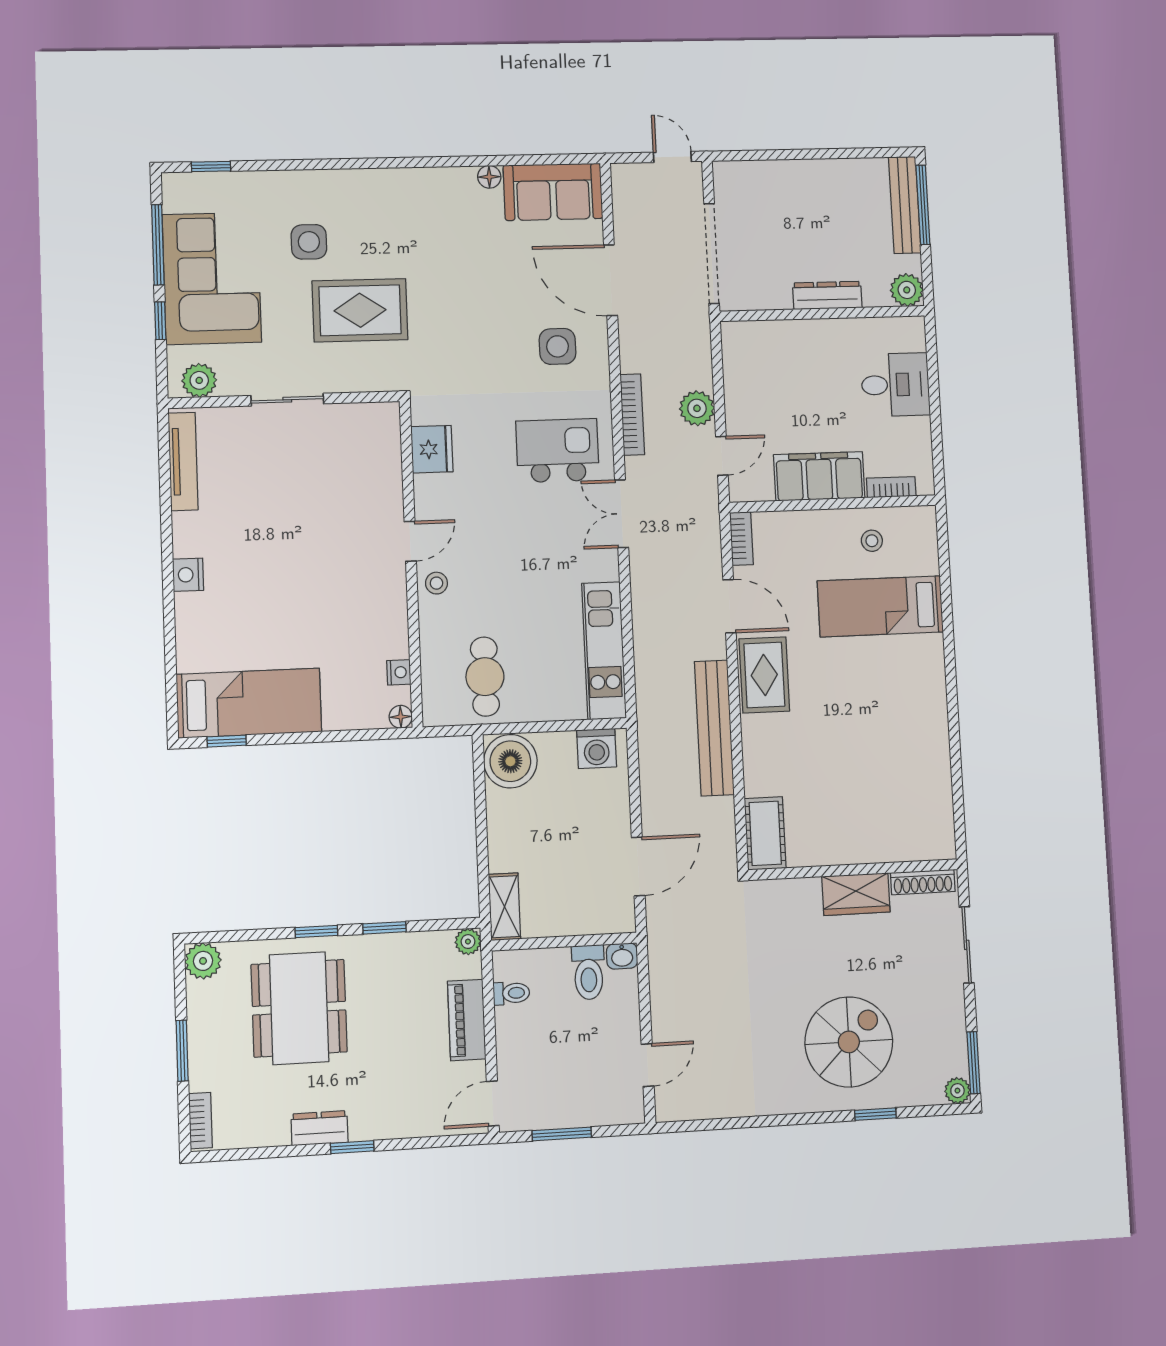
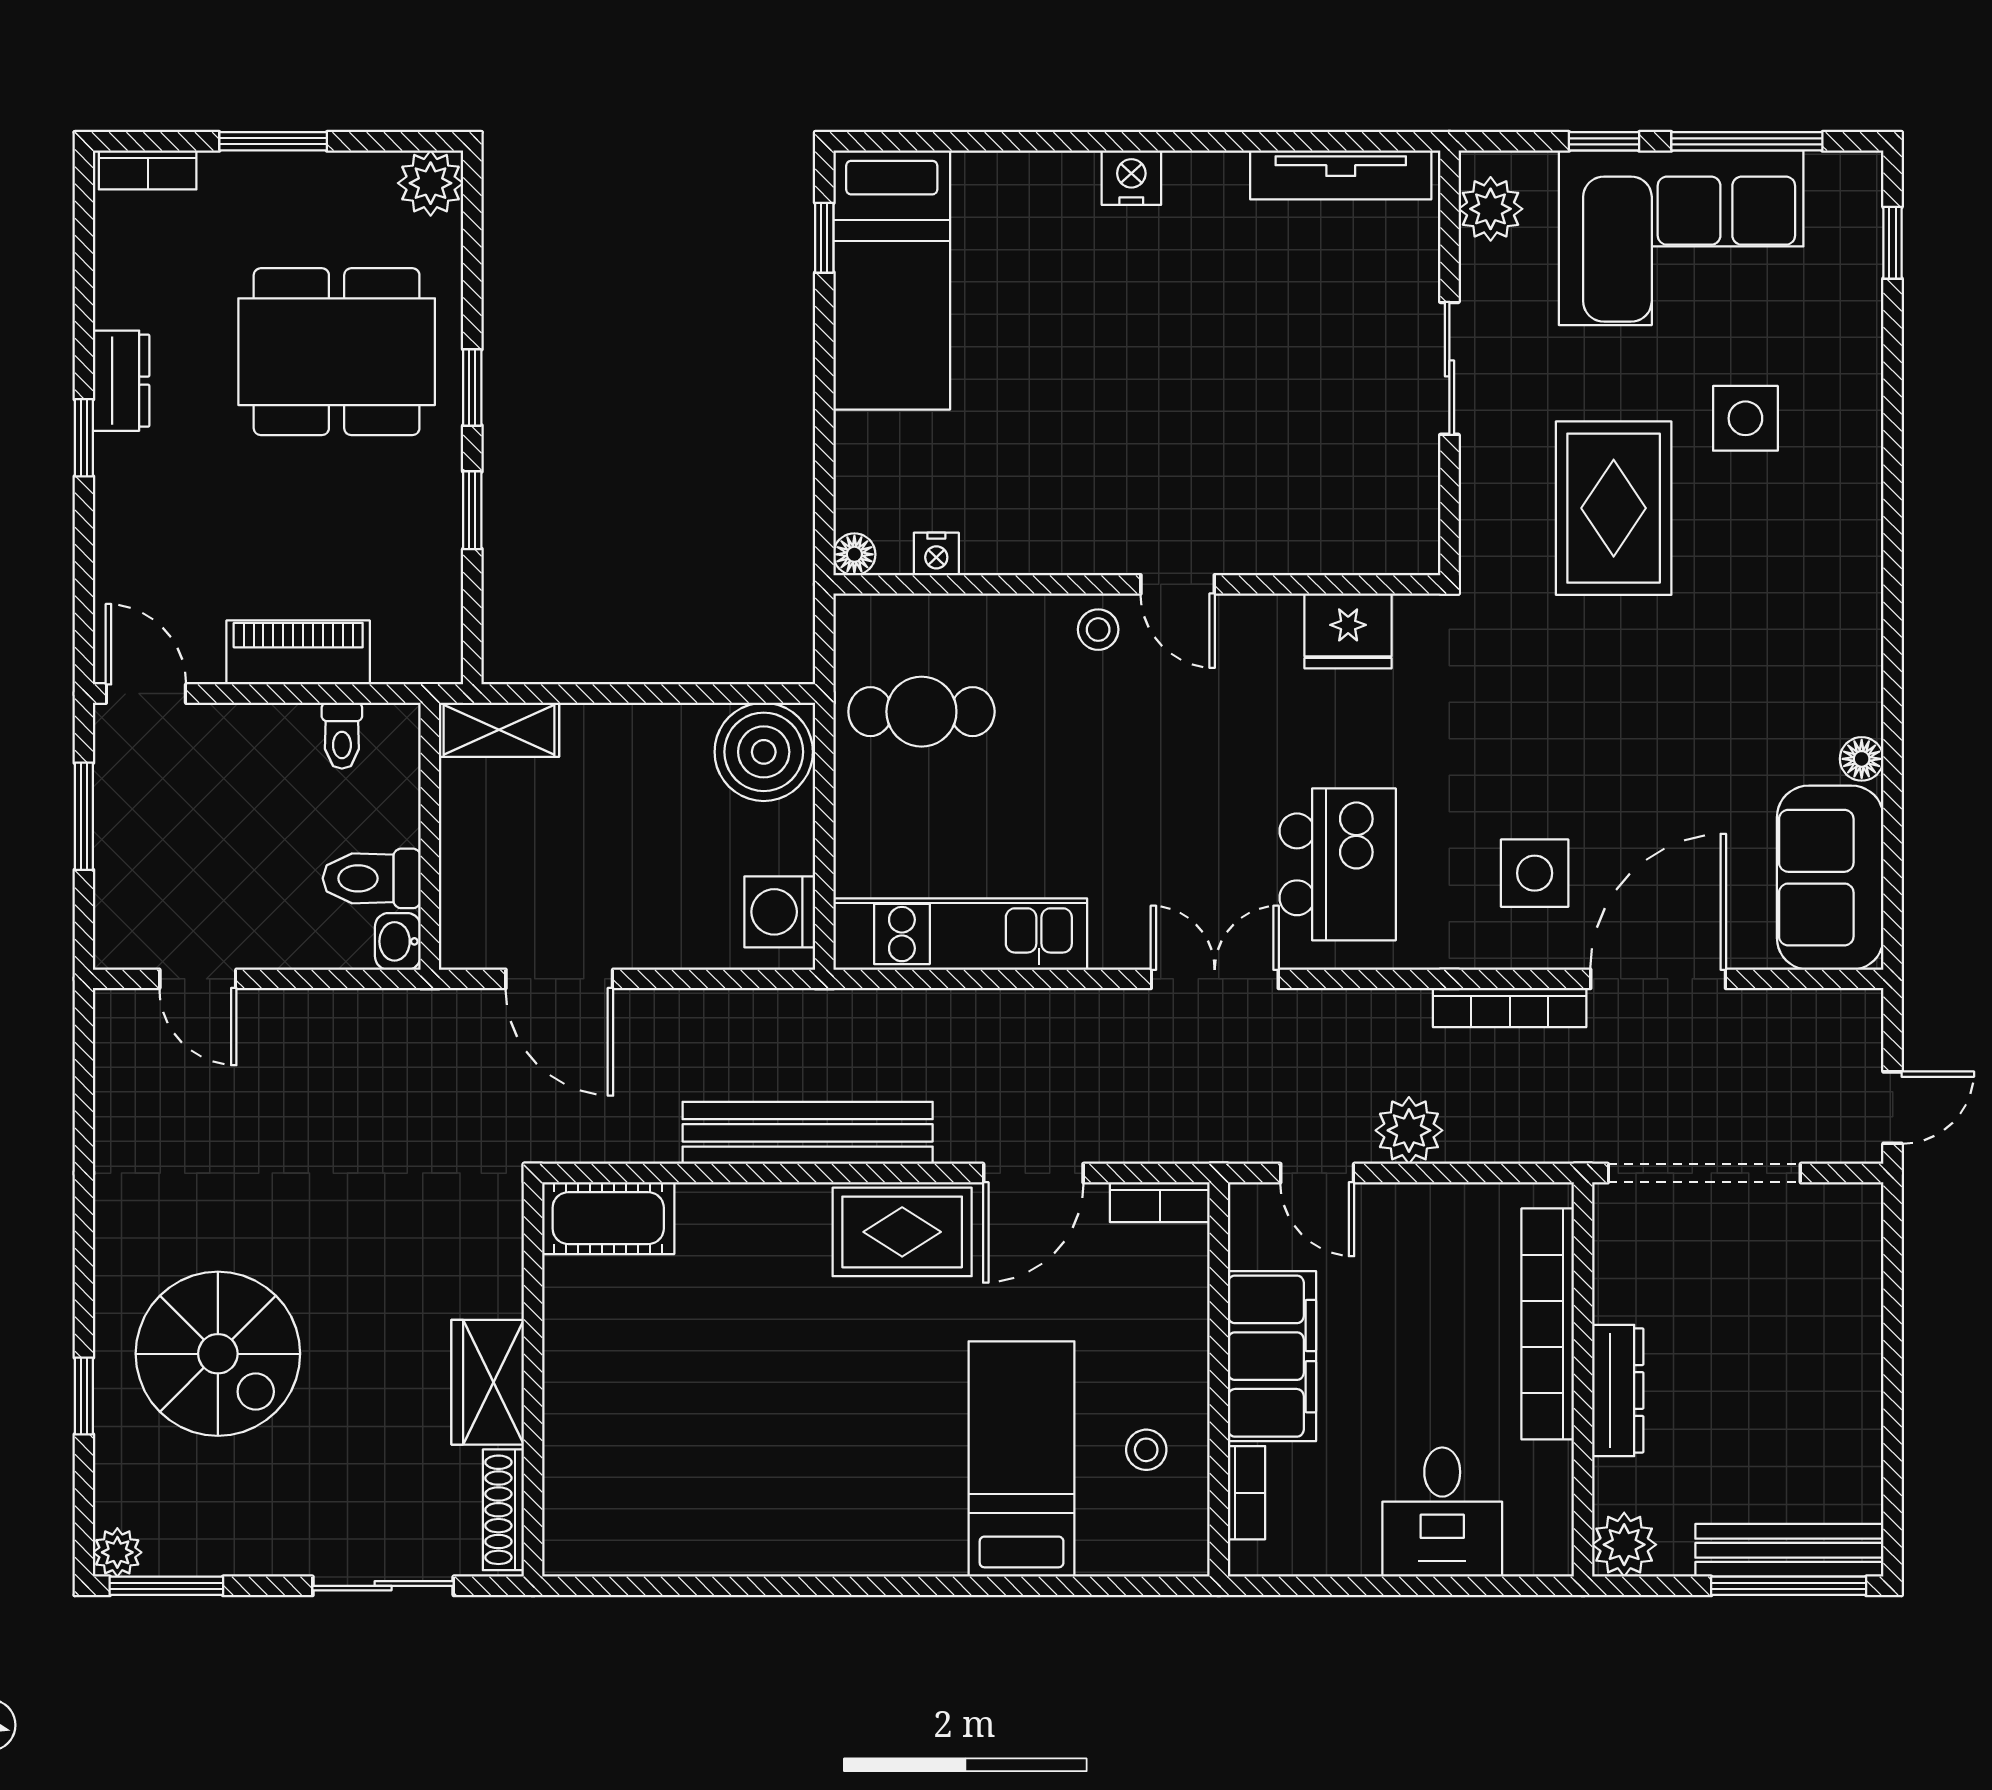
bookcase: (795, 333) -> (1548, 1324), added
bookcase: (632, 415) -> (1510, 1008), moved
plant: (468, 942) -> (439, 661), removed

